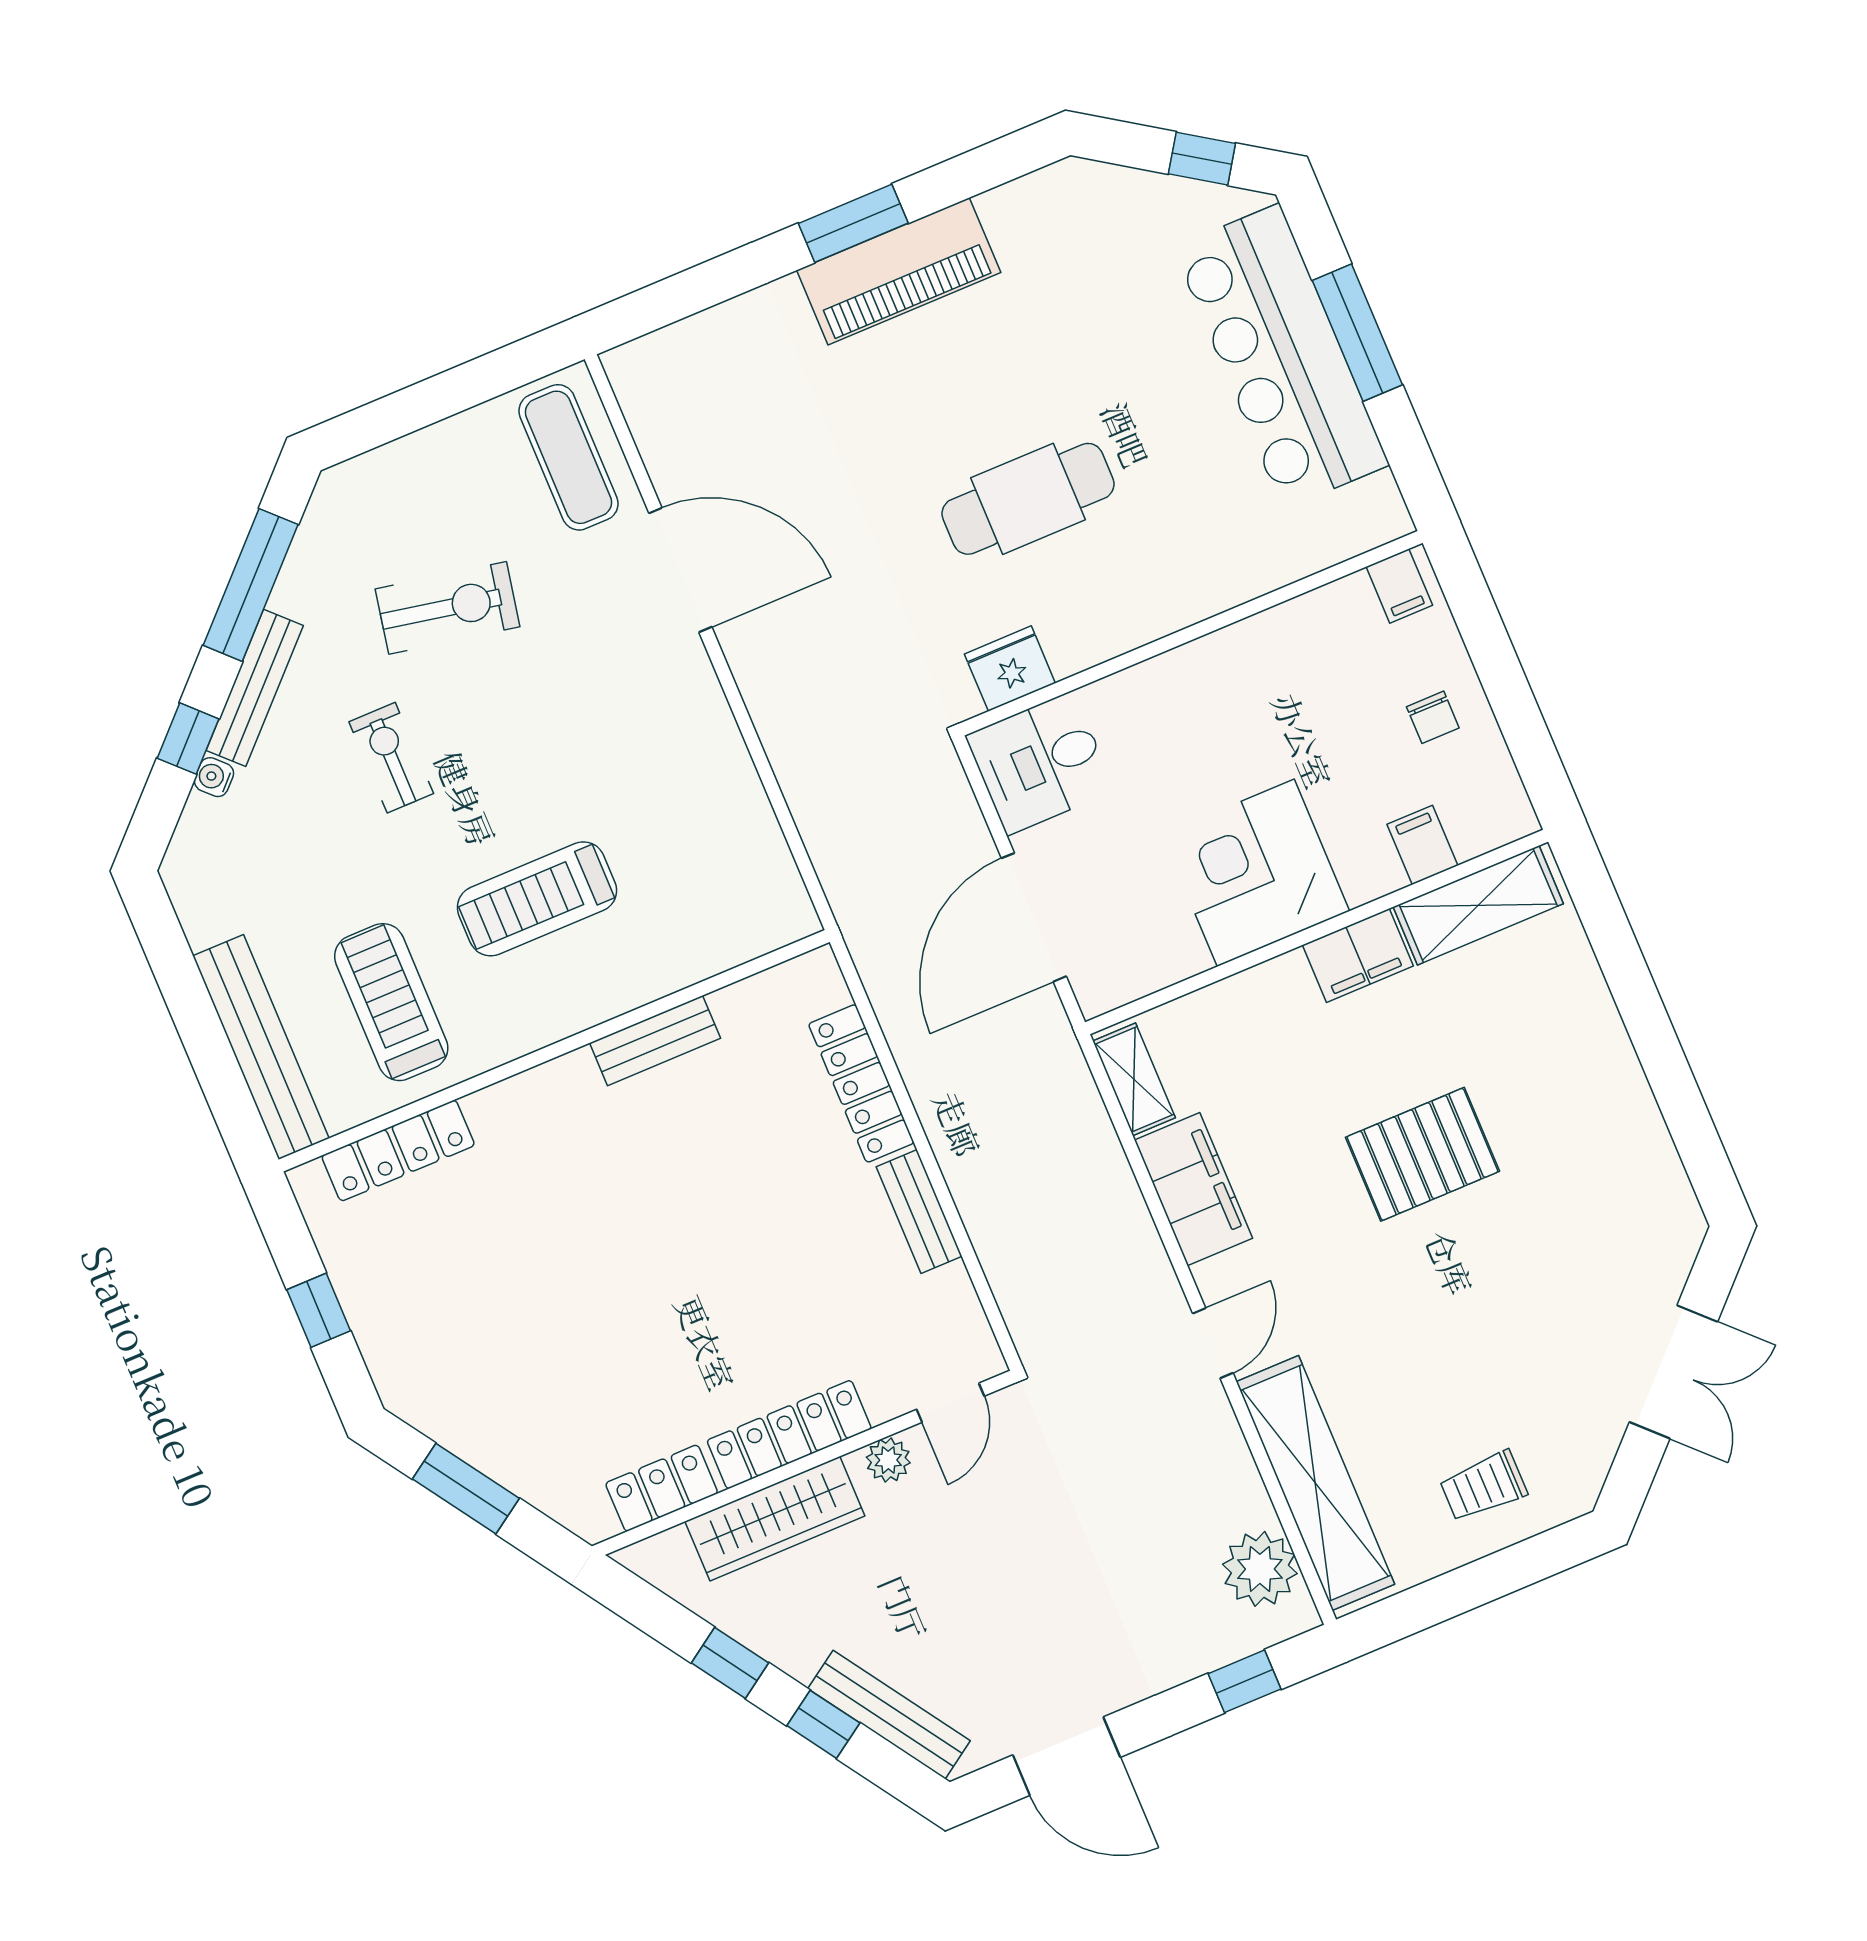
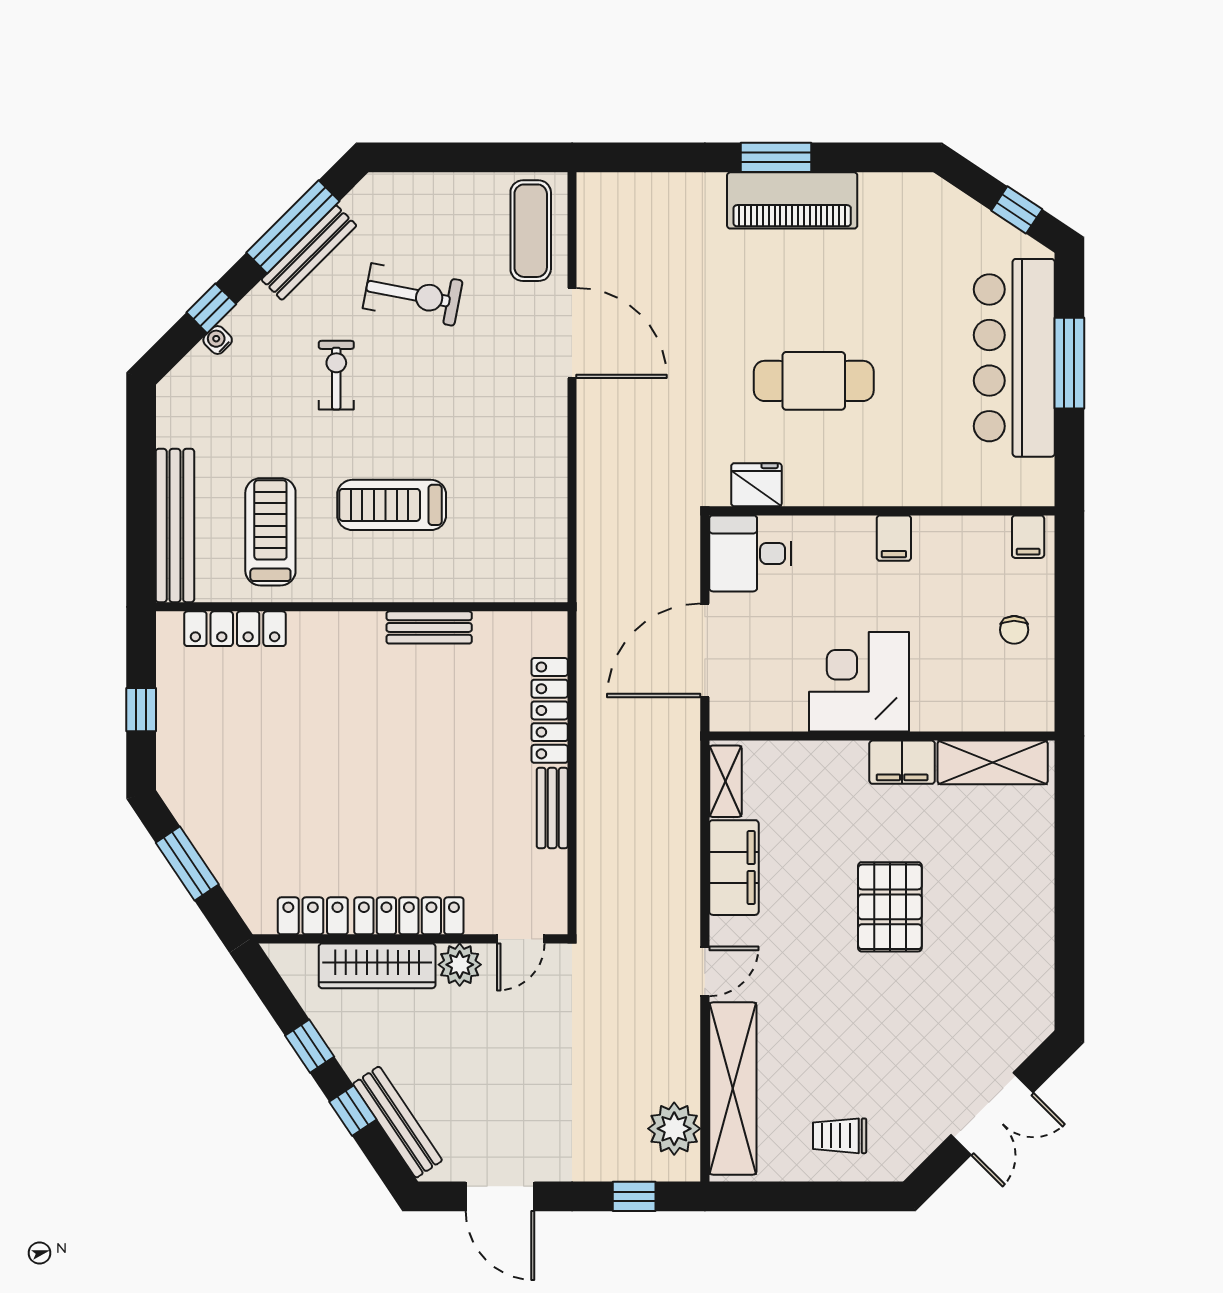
bench: (255, 688) -> (309, 253), moved
filing cabinet: (1422, 845) -> (894, 538), moved, turned 180
pallet: (1423, 1154) -> (890, 907), turned 90
plant: (888, 1460) -> (460, 965), width x1.38, depth x1.38

